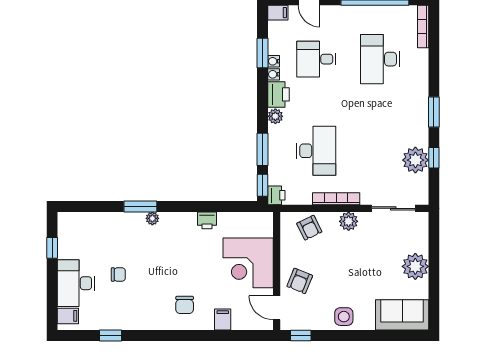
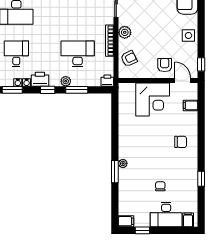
desk: (316, 59) -> (16, 54), turned 180
plant: (275, 116) -> (66, 81), moved
window: (262, 185) -> (48, 90), moved
printer: (207, 220) -> (124, 127), removed
filing cabinet: (66, 223) -> (126, 221), added
armchair: (300, 281) -> (165, 65), turned -112
door: (277, 308) -> (183, 80), swing flipped
filing cabinet: (223, 320) -> (190, 105), moved
window: (110, 336) -> (201, 179), moved

